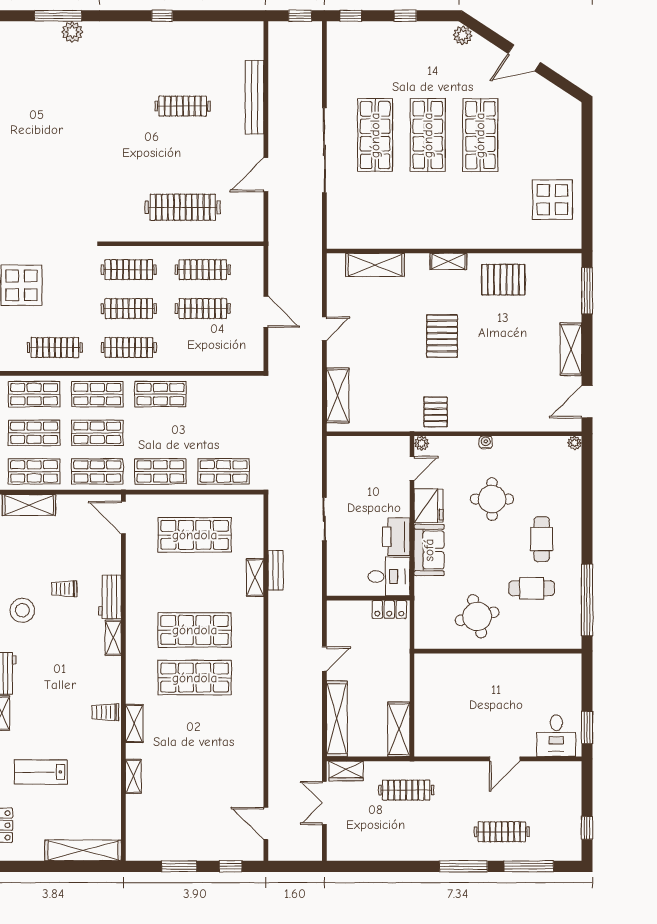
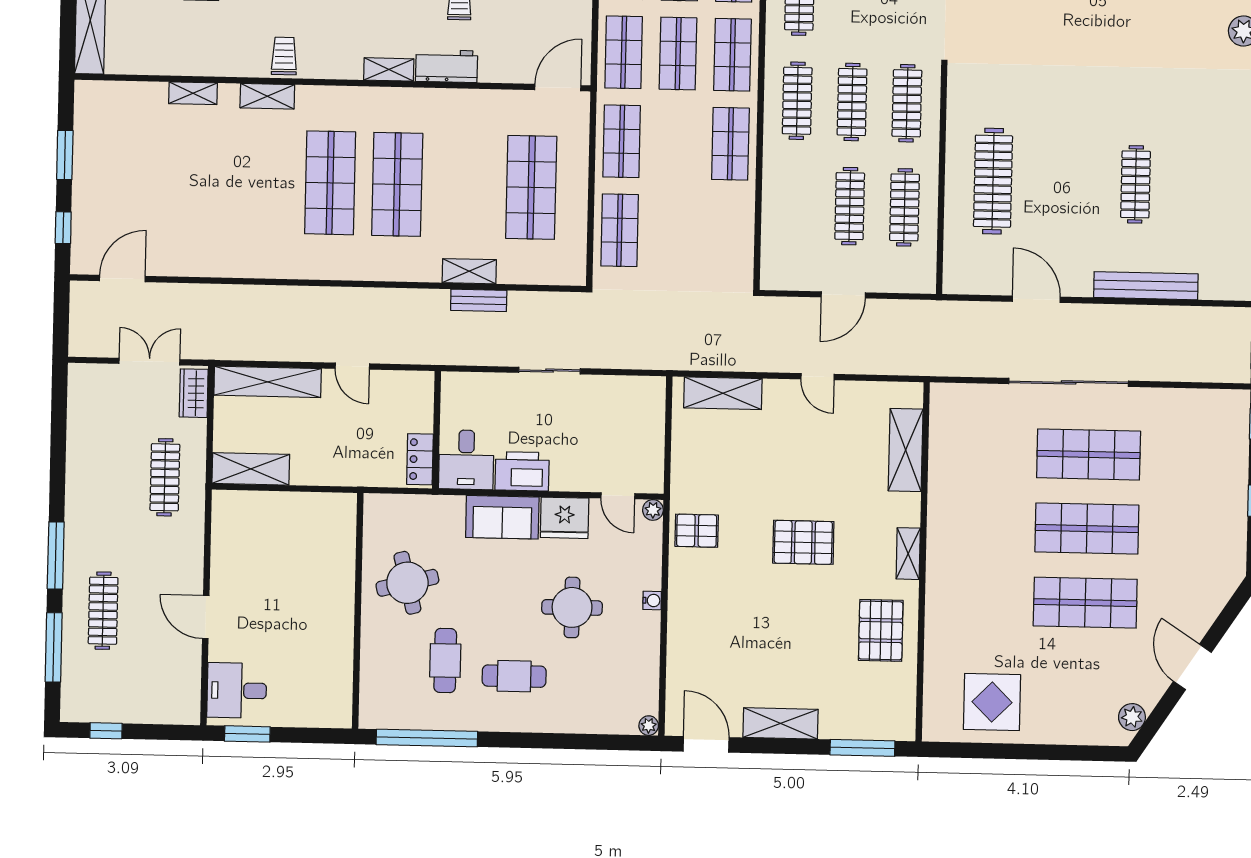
plant: (463, 35) -> (1132, 717), moved

